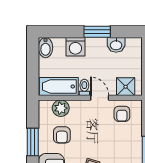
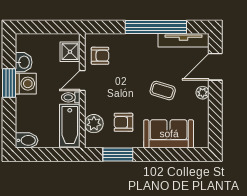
washing machine: (75, 47) -> (26, 84), moved
armchair: (62, 135) -> (123, 122), turned 180
window: (33, 142) -> (118, 155), moved

